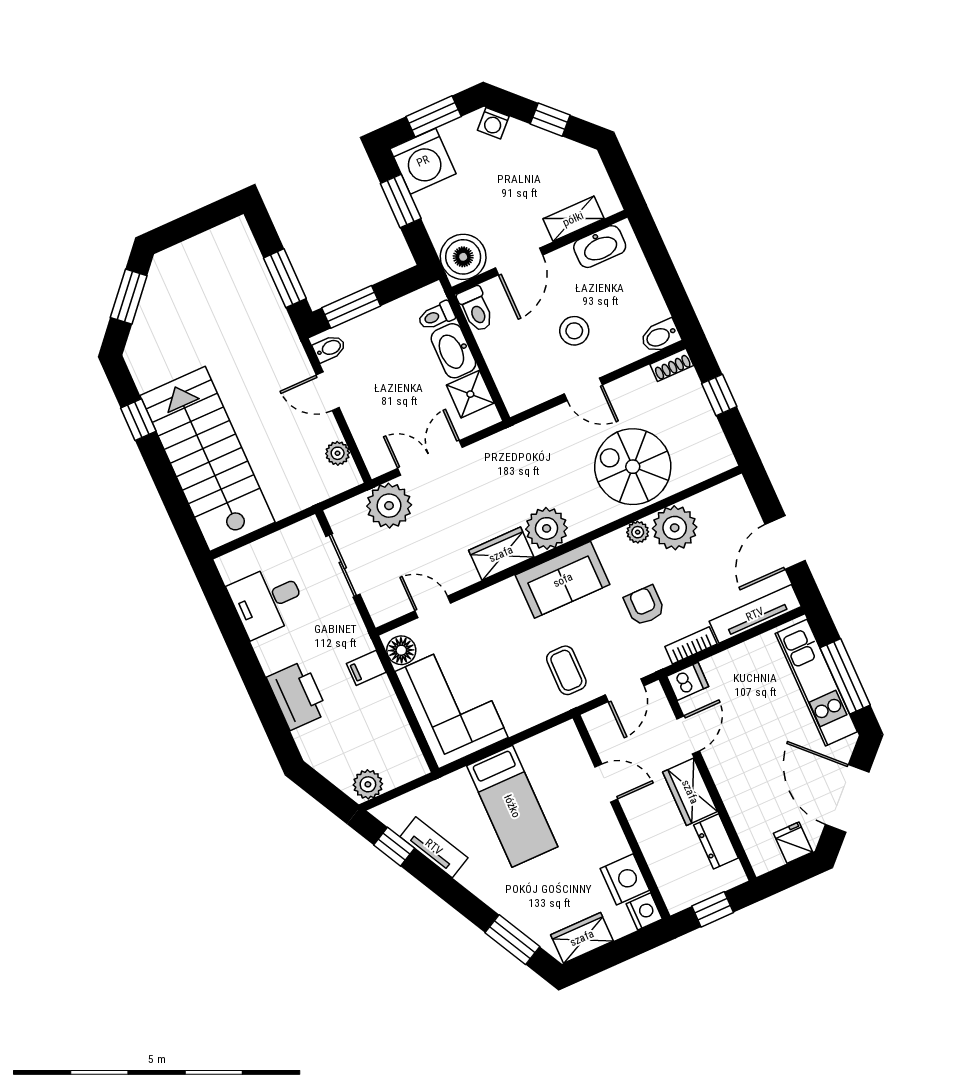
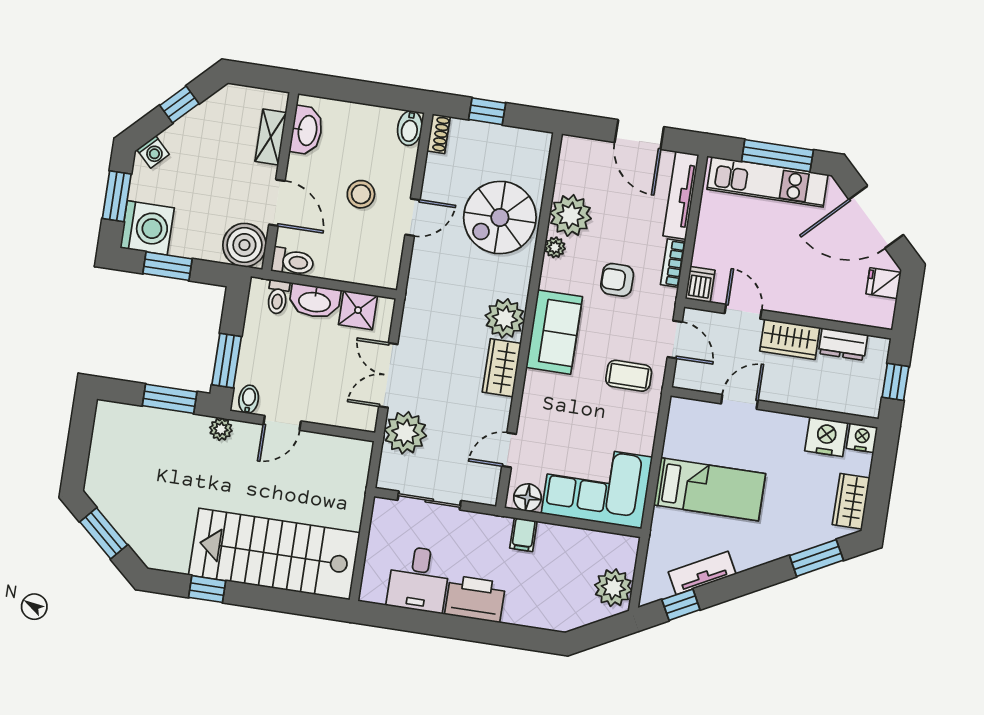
plant: (338, 453) -> (221, 429), moved
printer: (297, 695) -> (475, 599), moved
plant: (368, 784) -> (613, 588), width x1.36, depth x1.36

